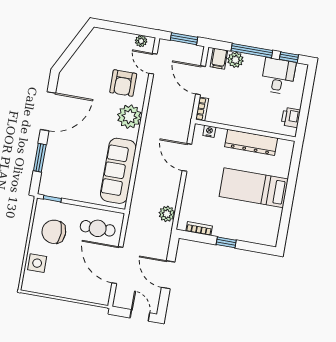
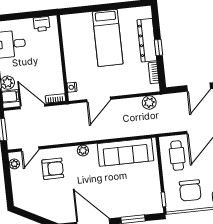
door: (200, 80) -> (32, 106), swing flipped
plant: (129, 117) -> (83, 151), width x0.53, depth x0.53
dresser: (251, 142) -> (147, 40), moved, turned 180

